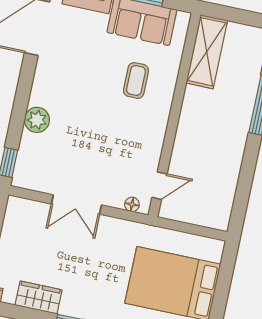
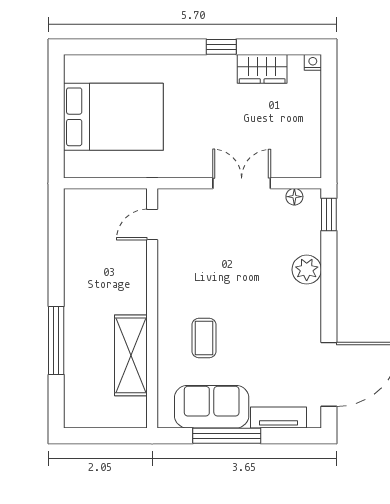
shelving: (207, 52) -> (131, 355), moved
floor lamp: (132, 204) -> (294, 197), moved

